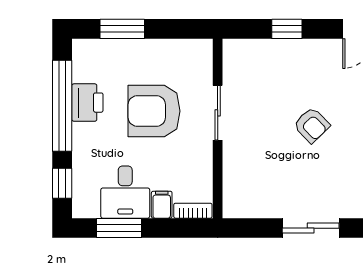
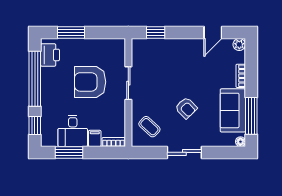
window: (287, 29) -> (156, 32), moved
printer: (87, 103) -> (50, 55), moved
armchair: (312, 125) -> (186, 108), moved
coffee table: (253, 185) -> (149, 127), added

